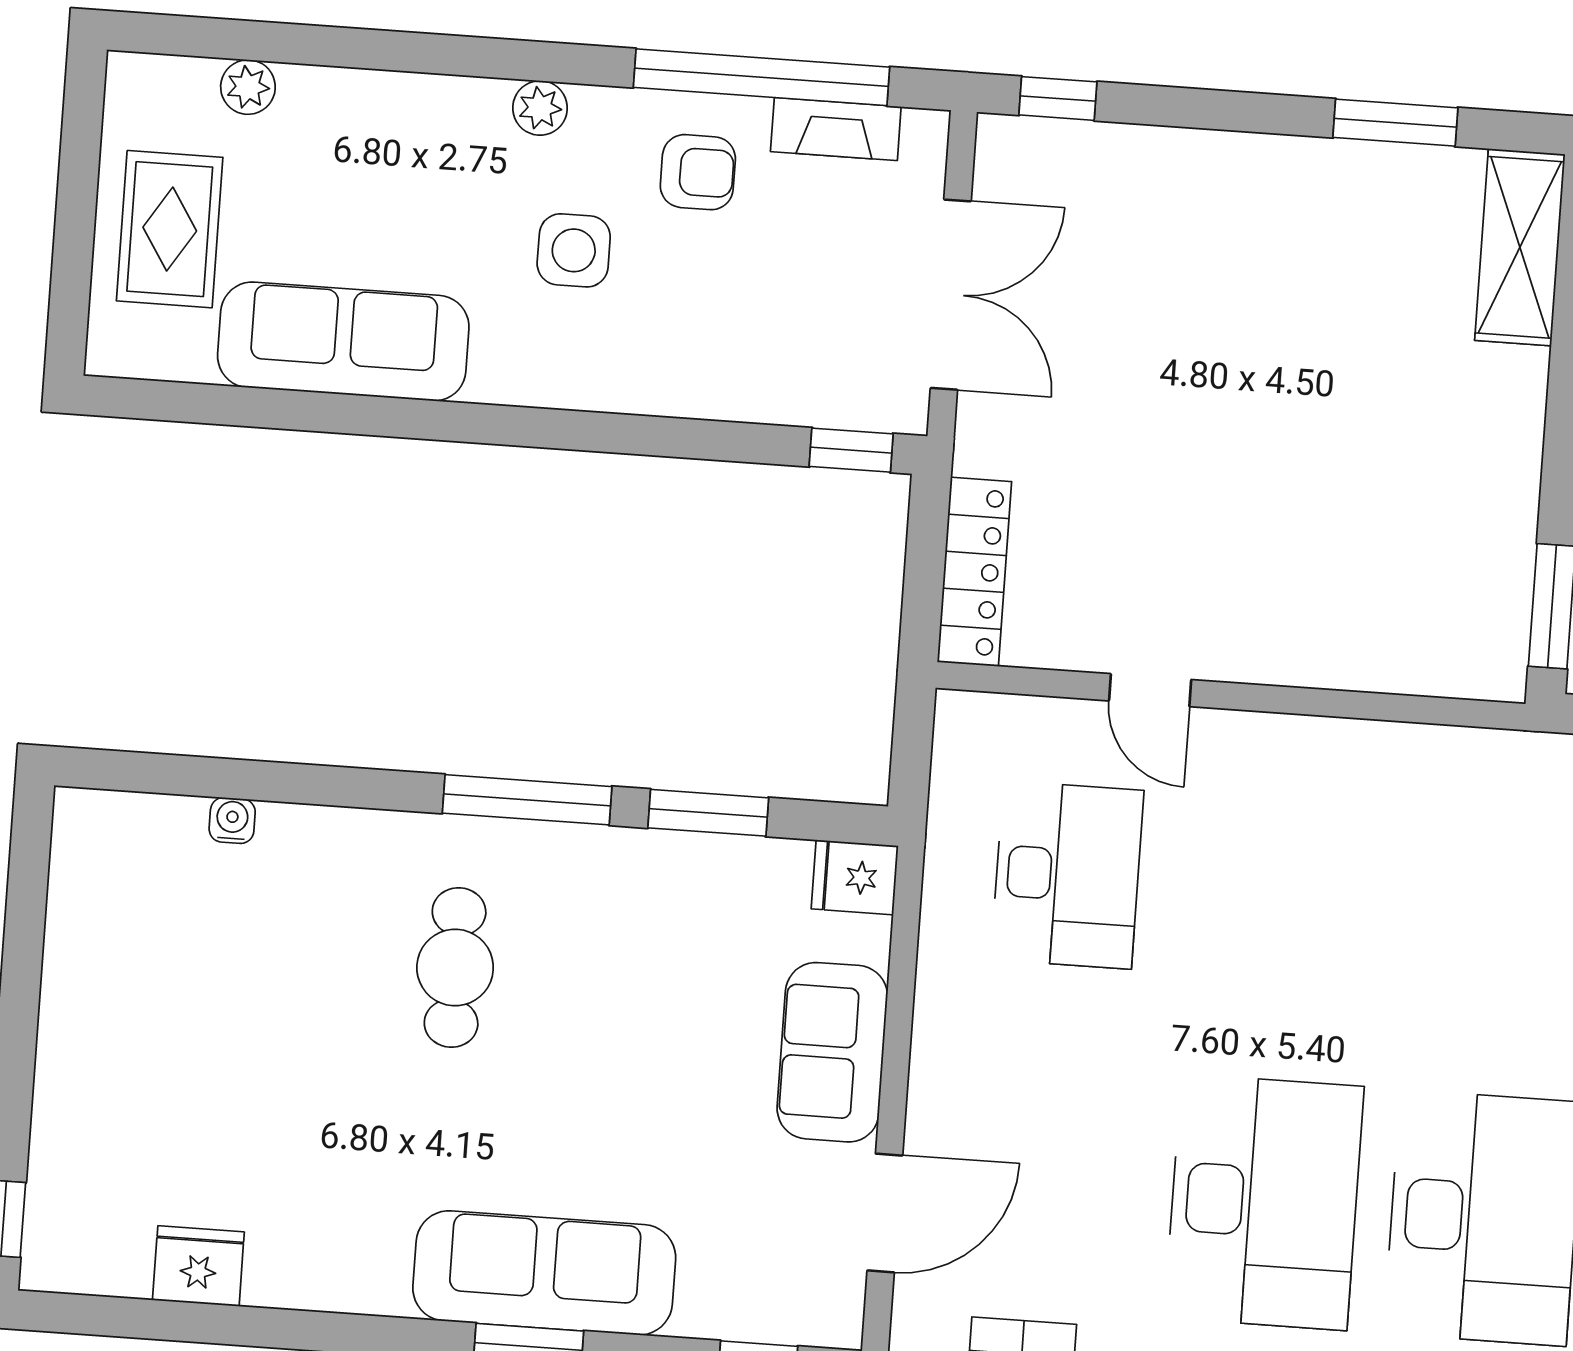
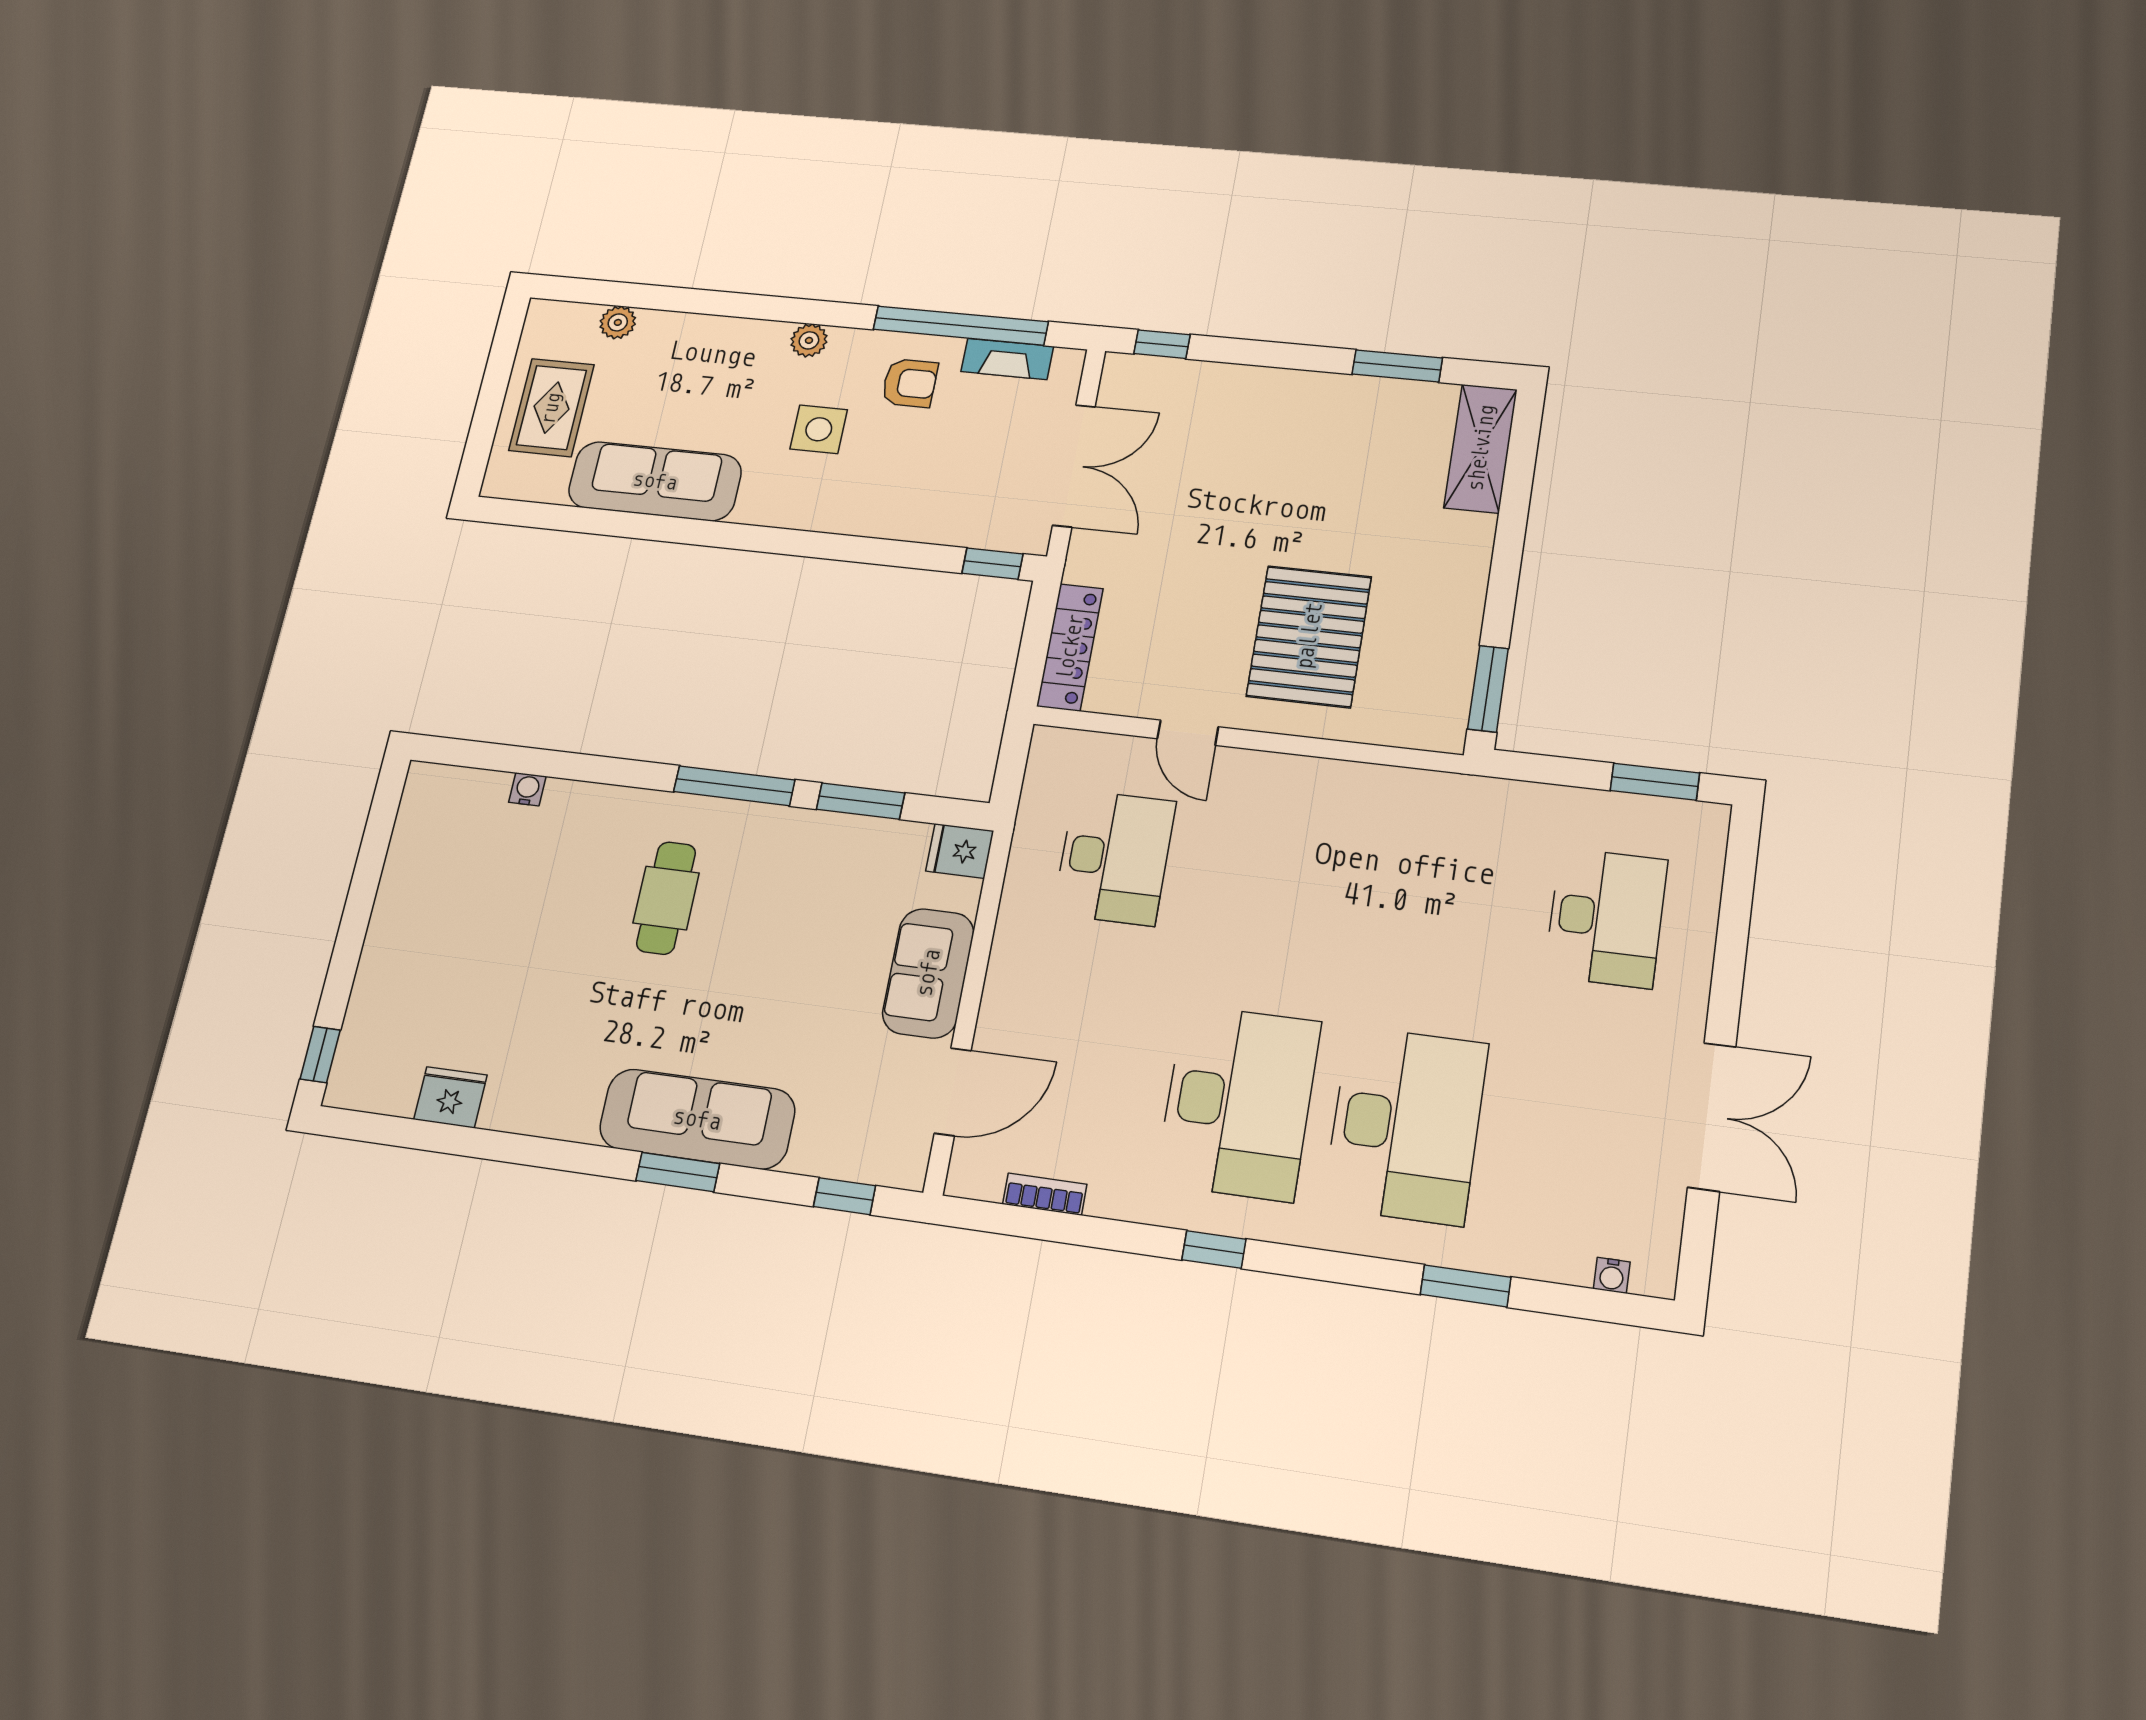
pallet: (1304, 541) -> (1309, 636), added

